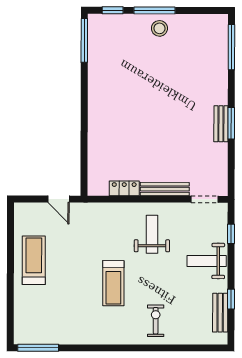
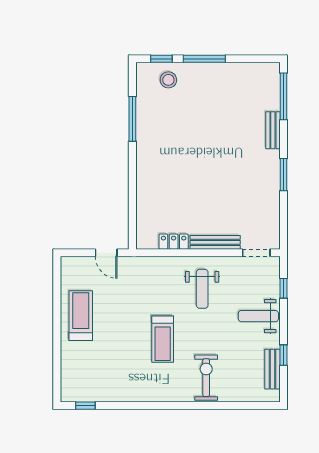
stool: (159, 28) -> (168, 80), moved
window: (84, 40) -> (132, 119), moved
bench: (221, 124) -> (273, 130), moved
weight bench: (152, 234) -> (202, 289), turned 180
exercise bike: (156, 321) -> (206, 378), width x1.38, depth x1.39
window: (38, 348) -> (85, 406), width x0.46

